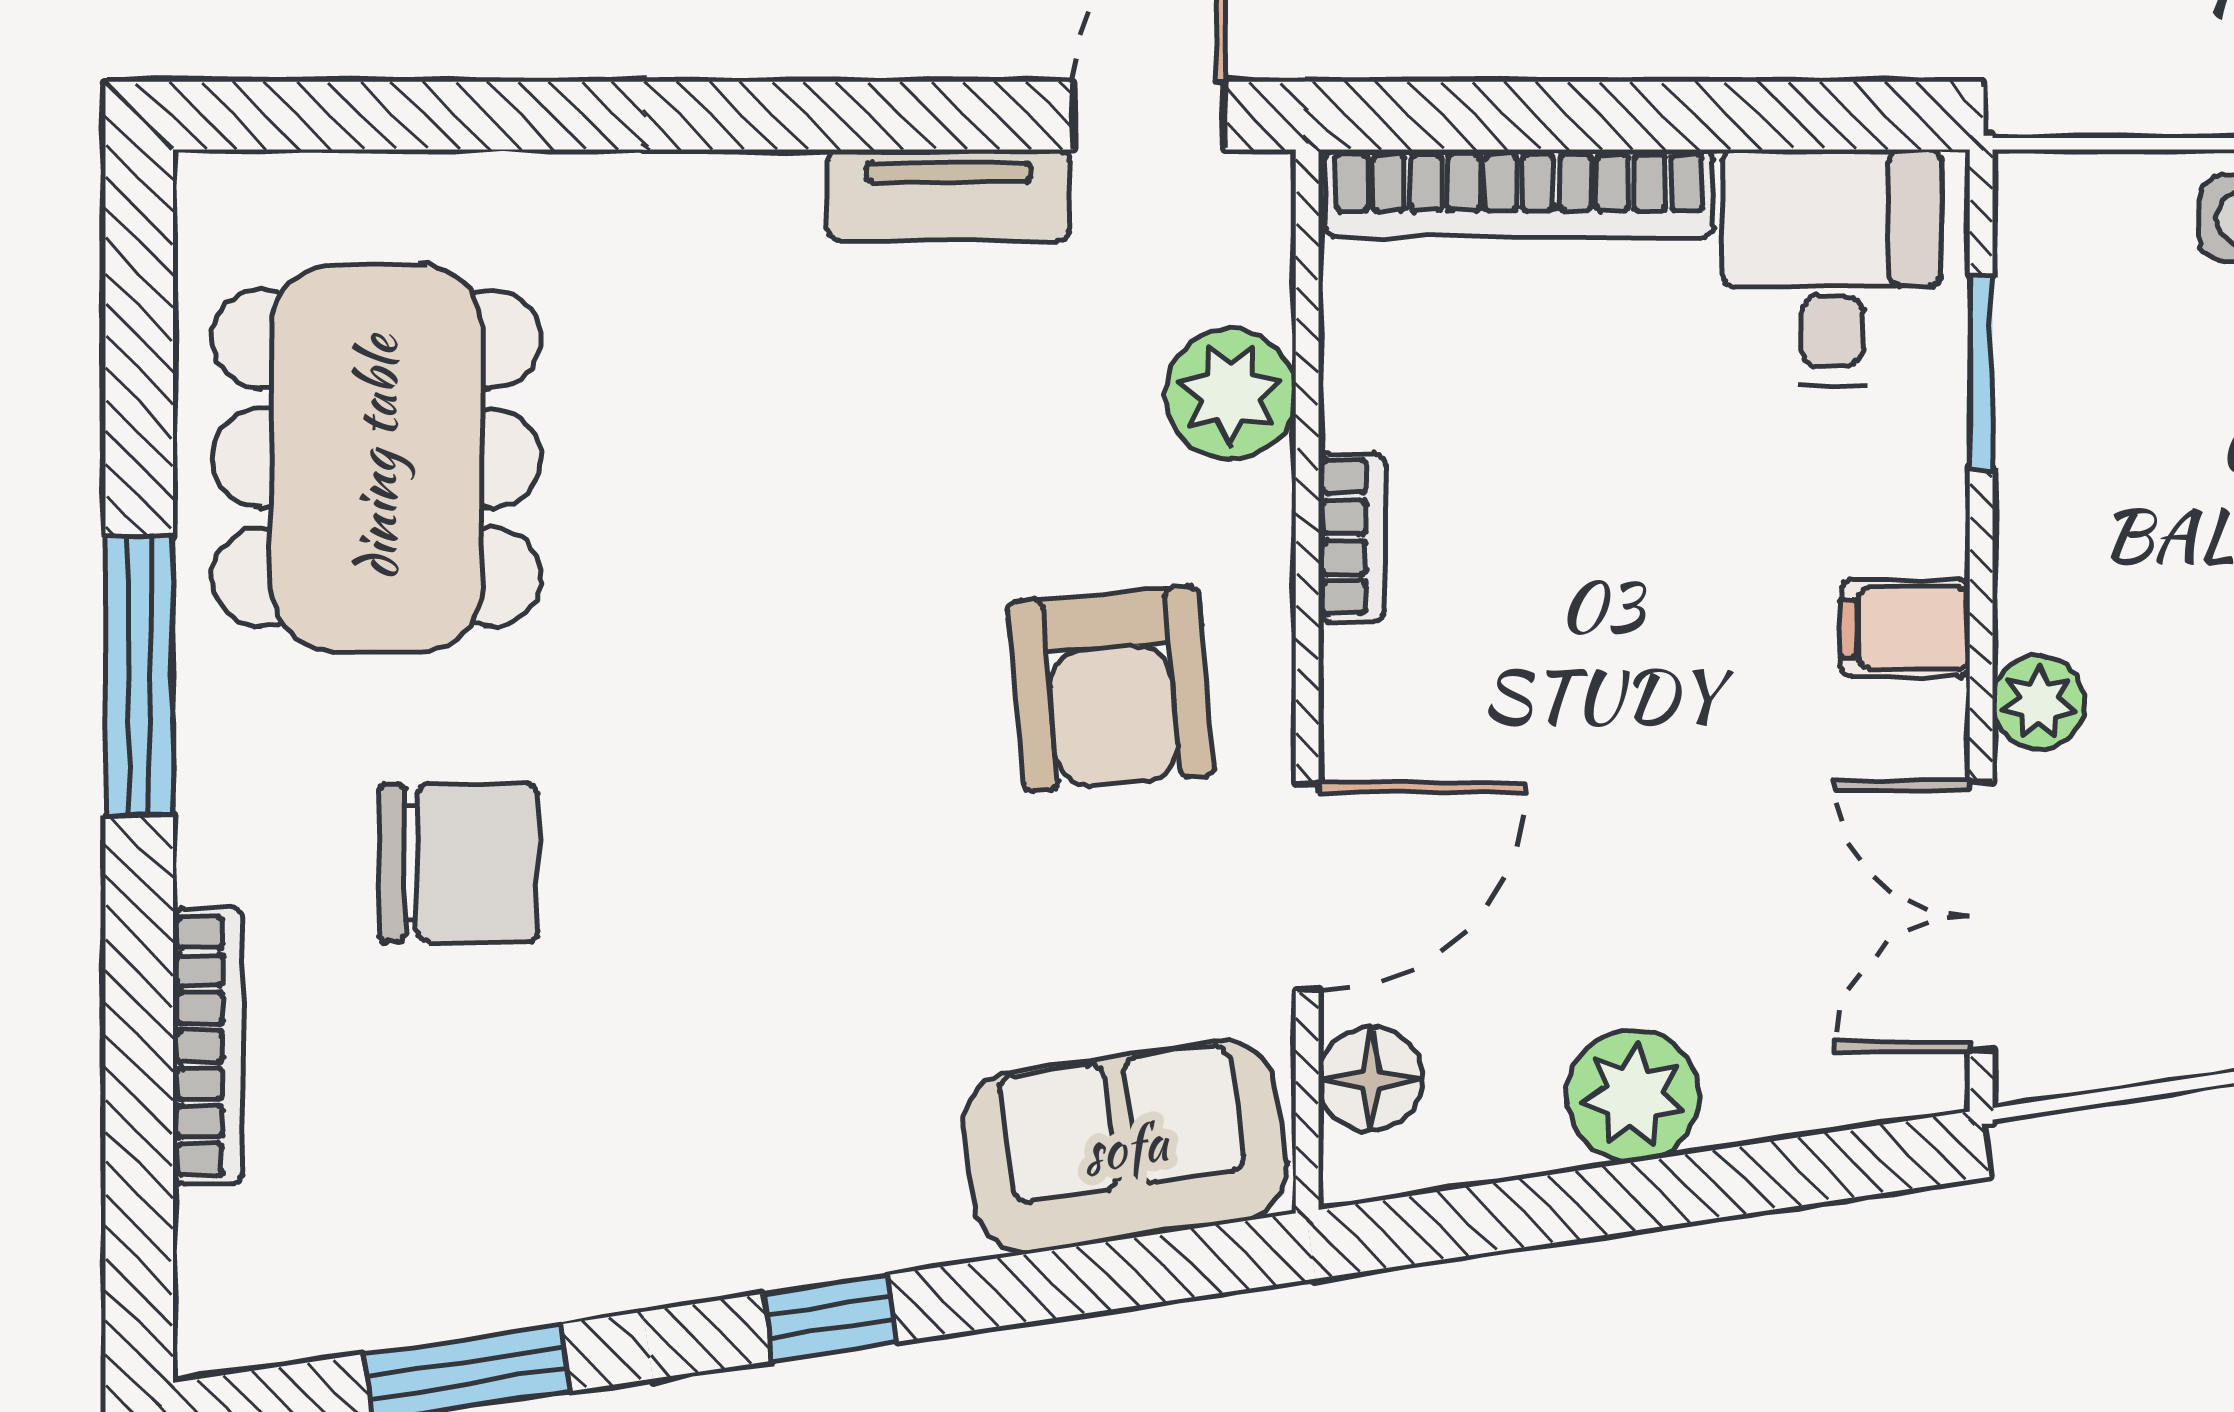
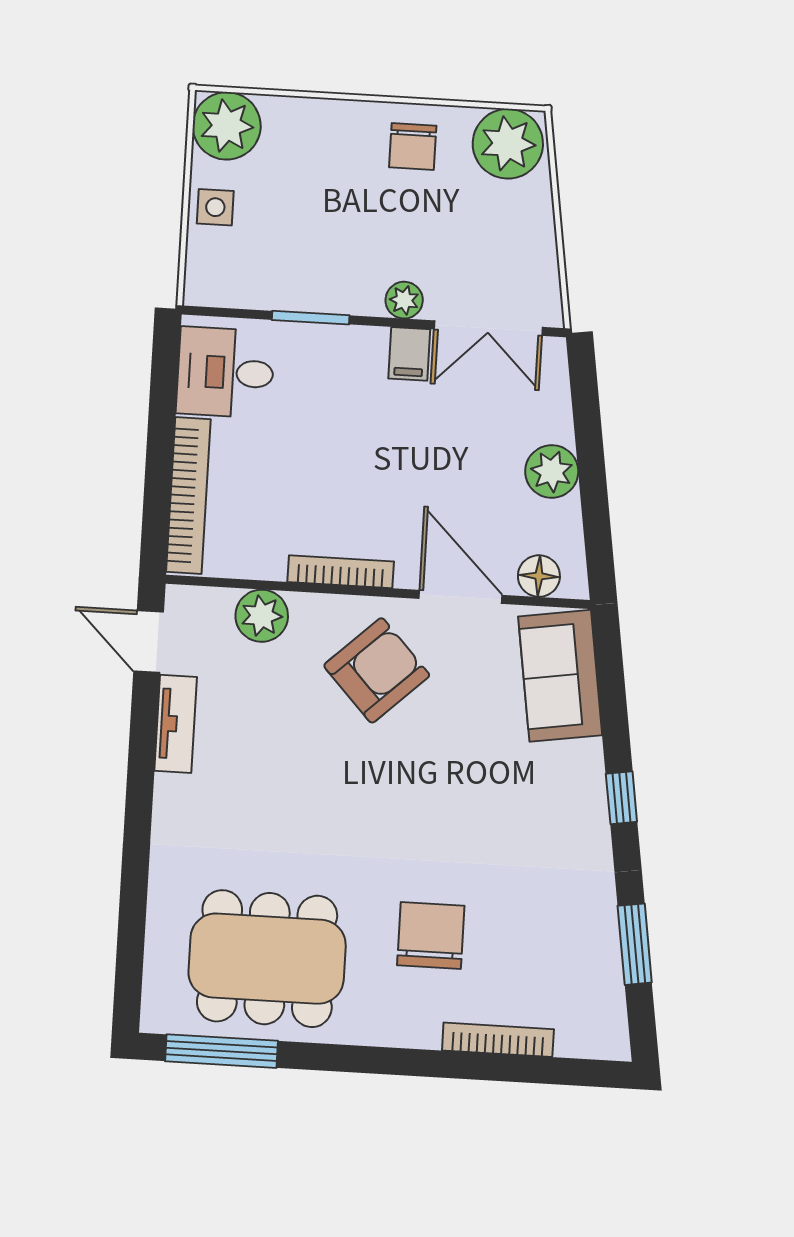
window: (1981, 373) -> (311, 318), moved
bookcase: (1352, 537) -> (341, 572), width x1.56
filing cabinet: (1905, 628) -> (409, 354), moved
window: (139, 676) -> (222, 1051), moved
armchair: (1111, 689) -> (377, 670), turned -38

